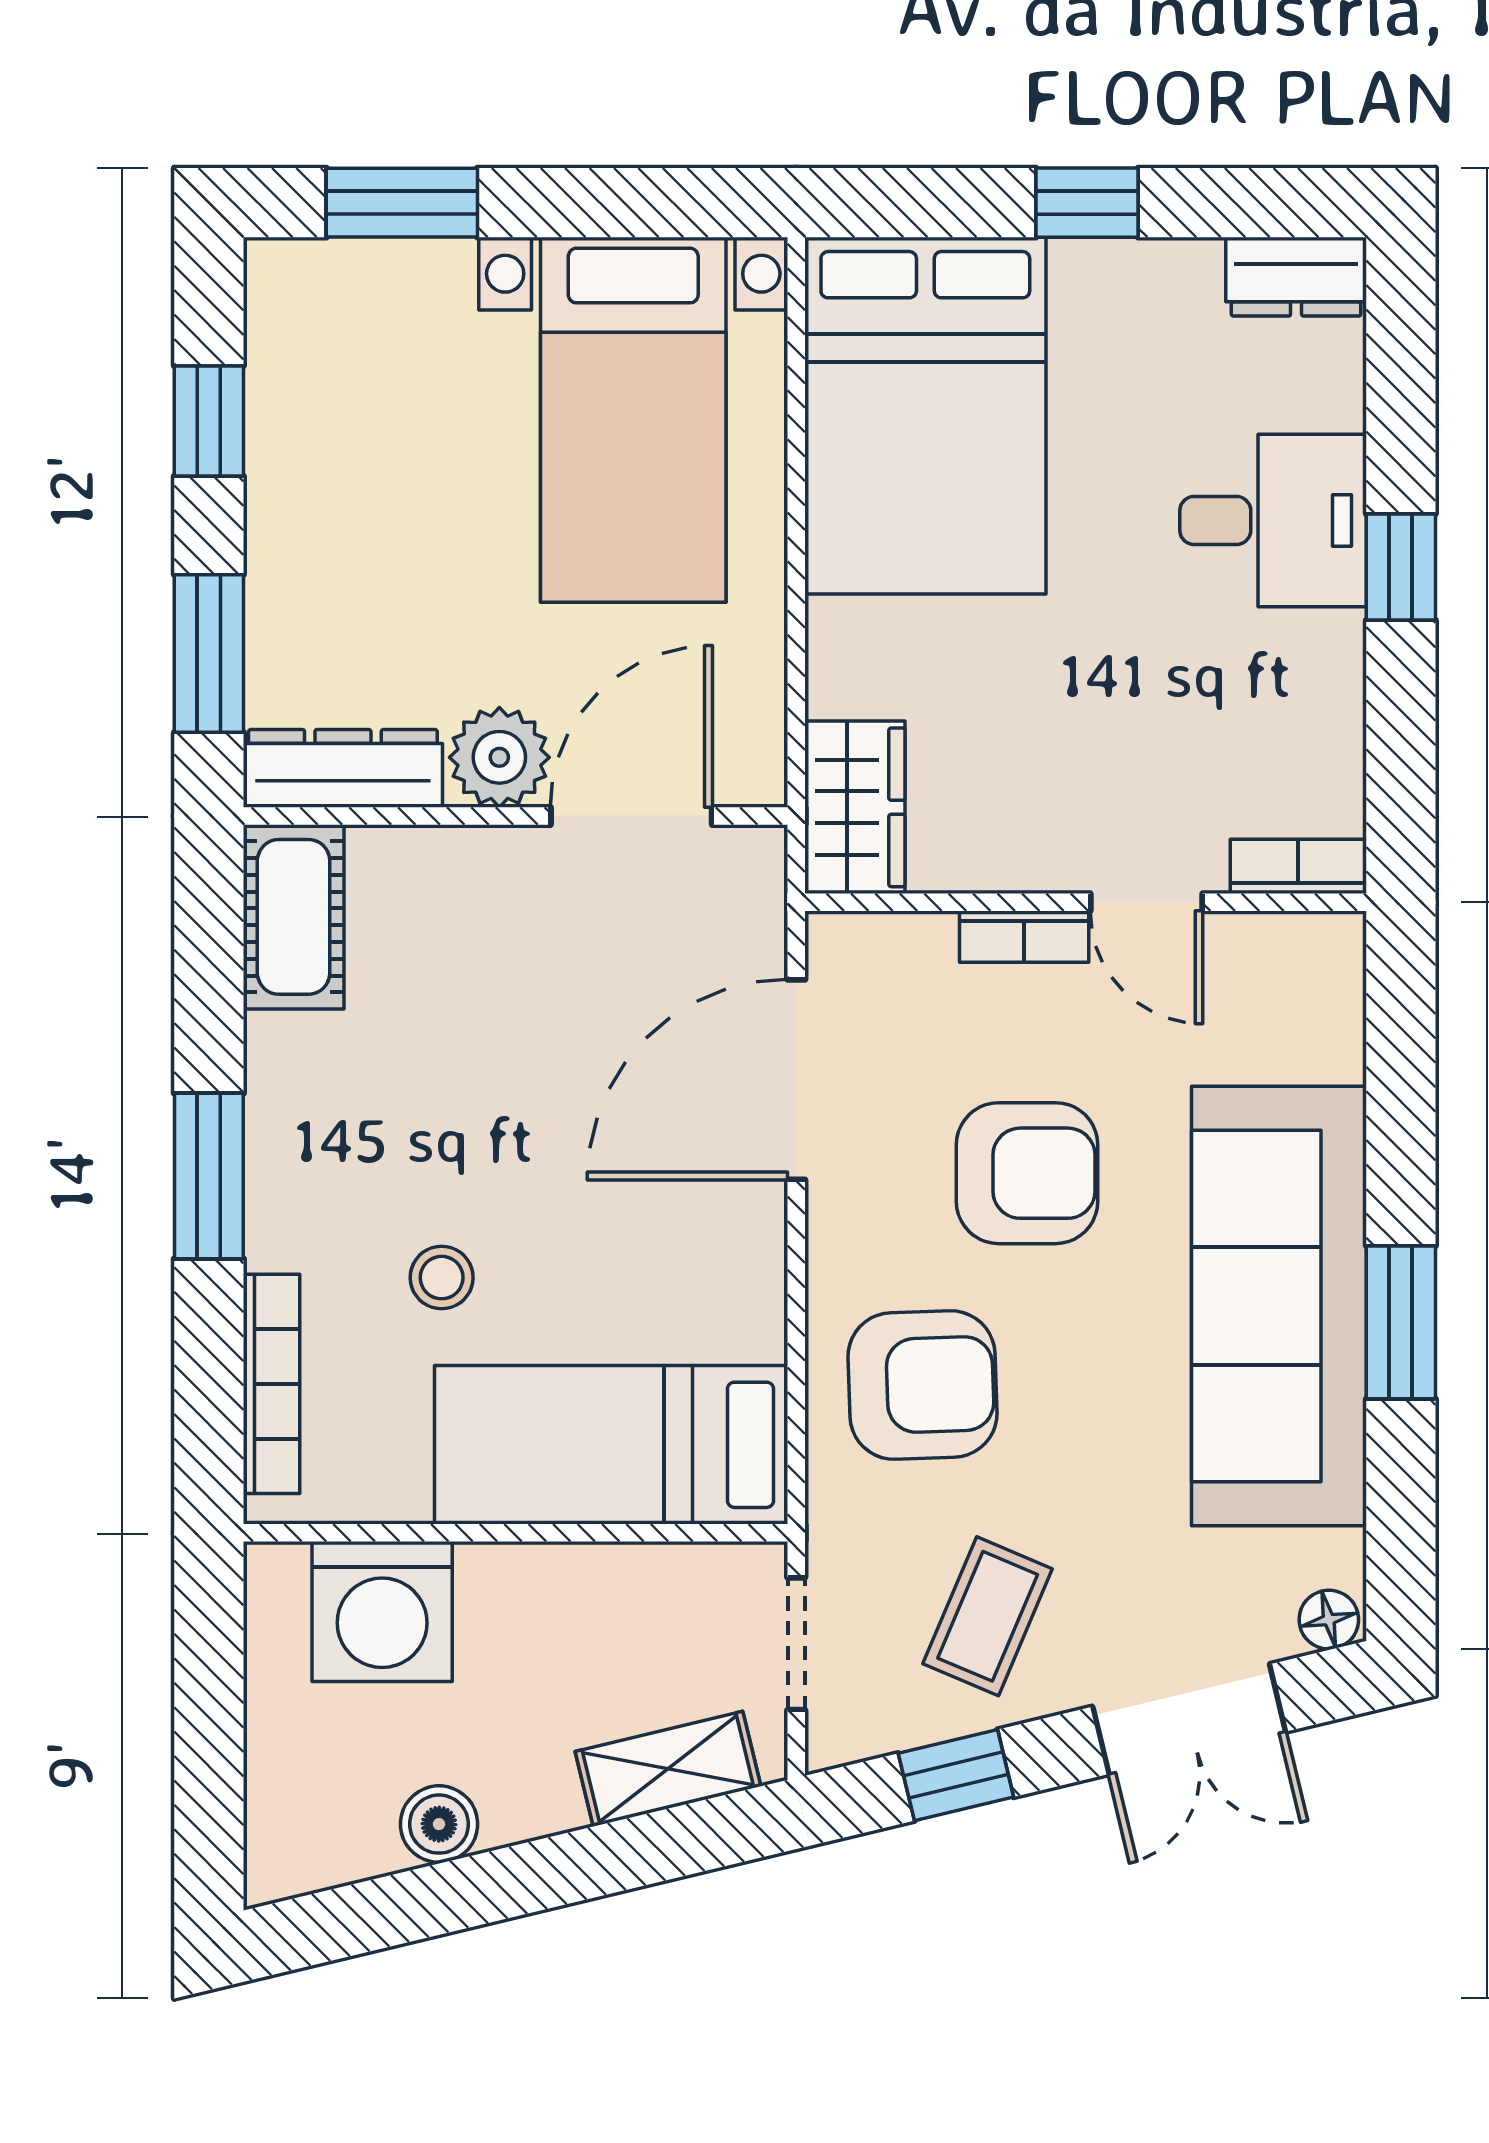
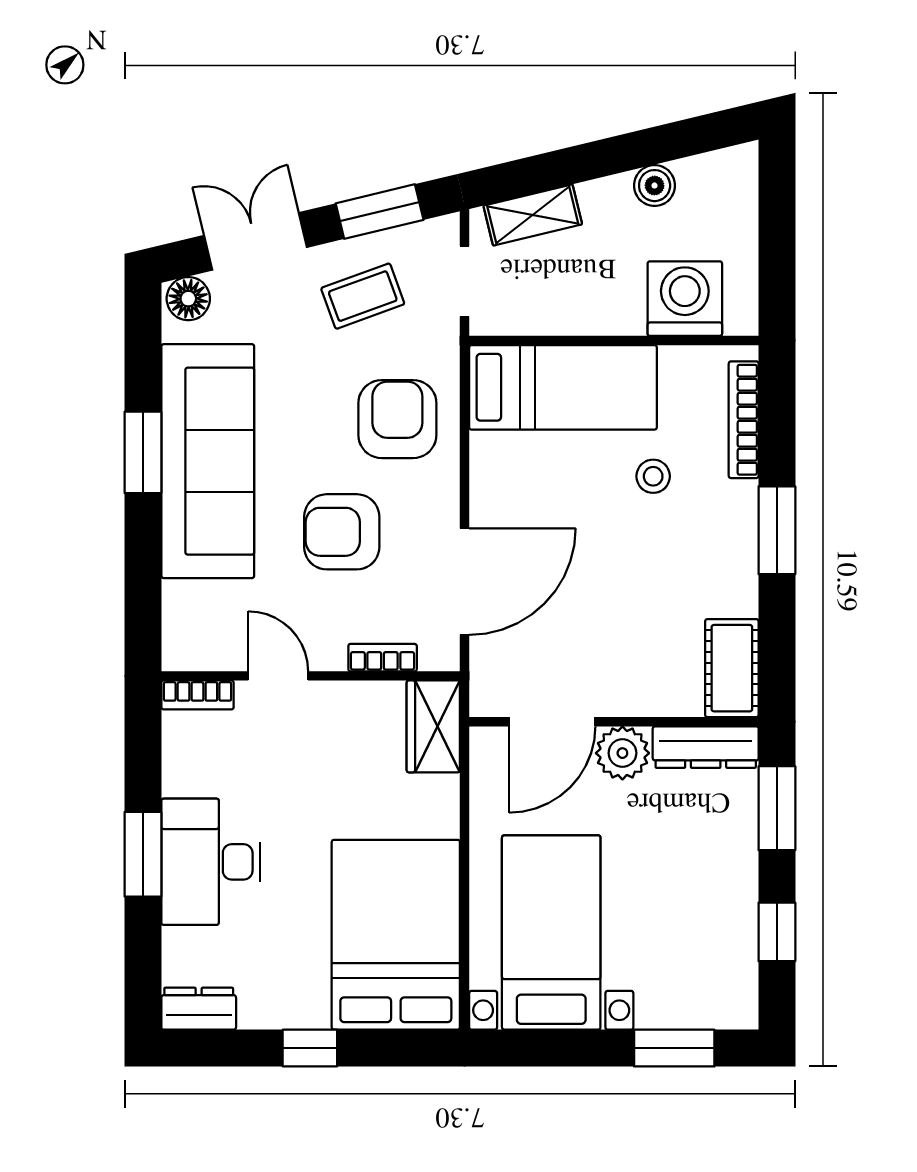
desk: (1273, 520) -> (211, 862), width x1.37
window: (1401, 567) -> (143, 854), width x1.50
bookcase: (1024, 937) -> (383, 658), moved
armchair: (922, 1385) -> (397, 419), turned 92
coffee table: (988, 1616) -> (363, 296), turned 47
floor lamp: (1329, 1620) -> (188, 299), width x1.37, depth x1.37
window: (956, 1775) -> (380, 212), width x1.50

